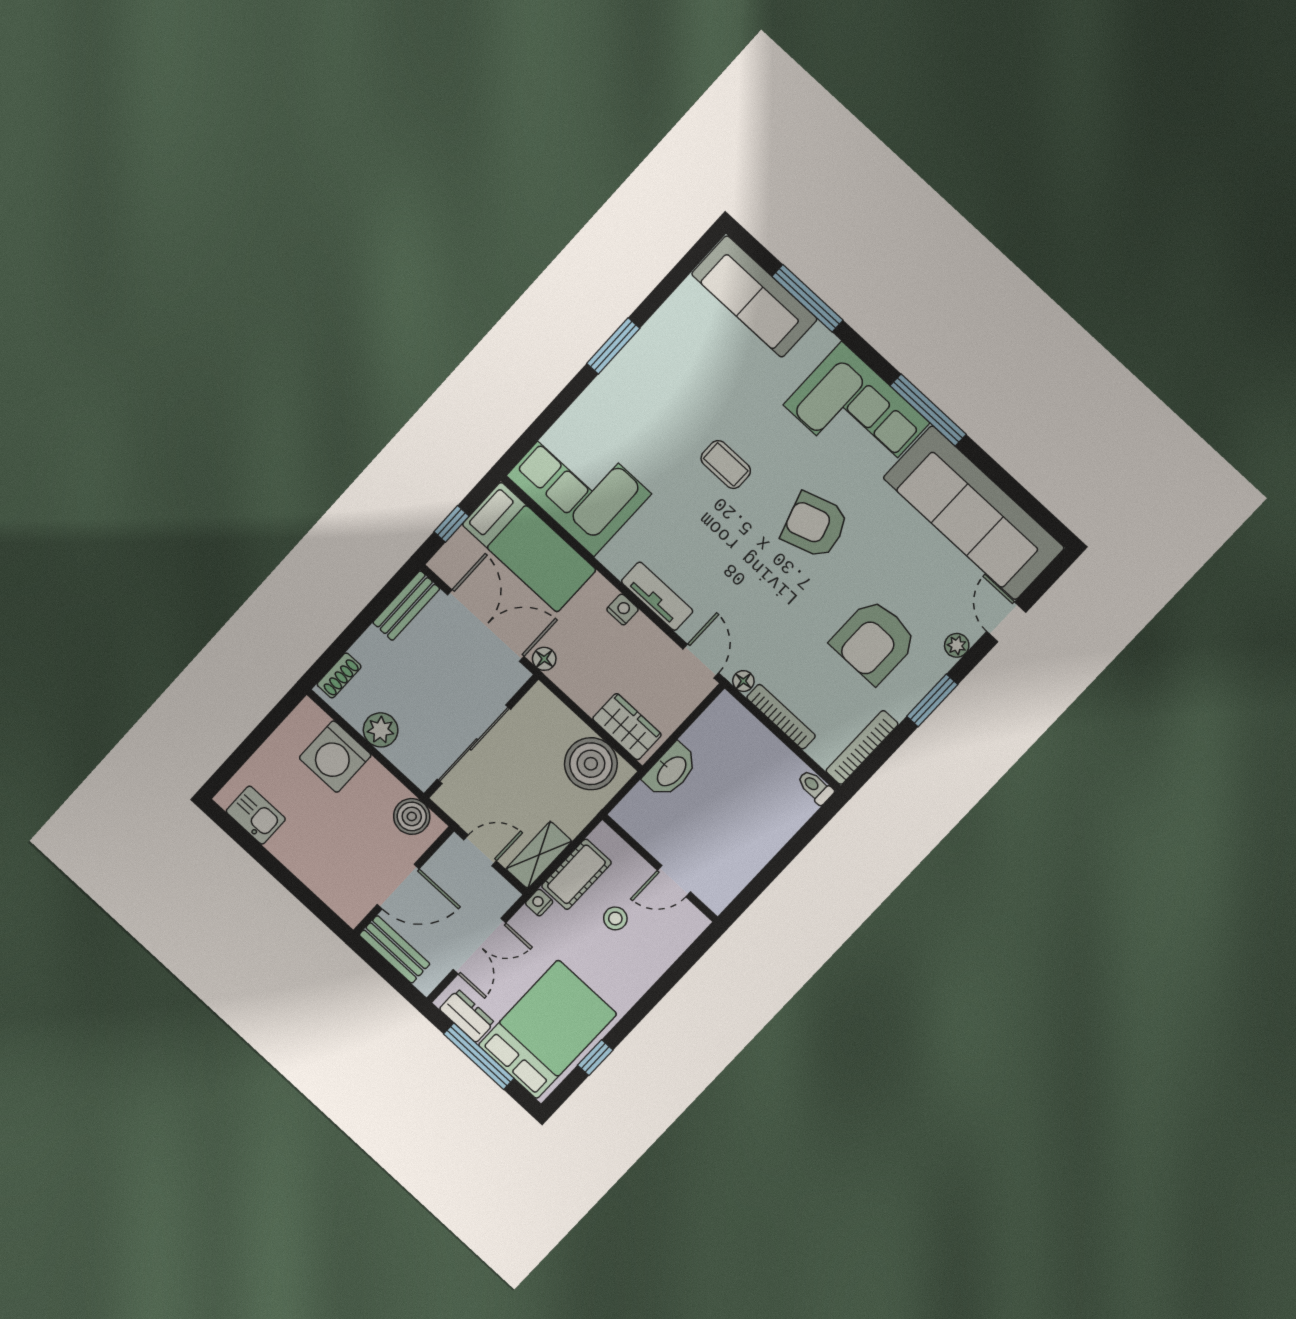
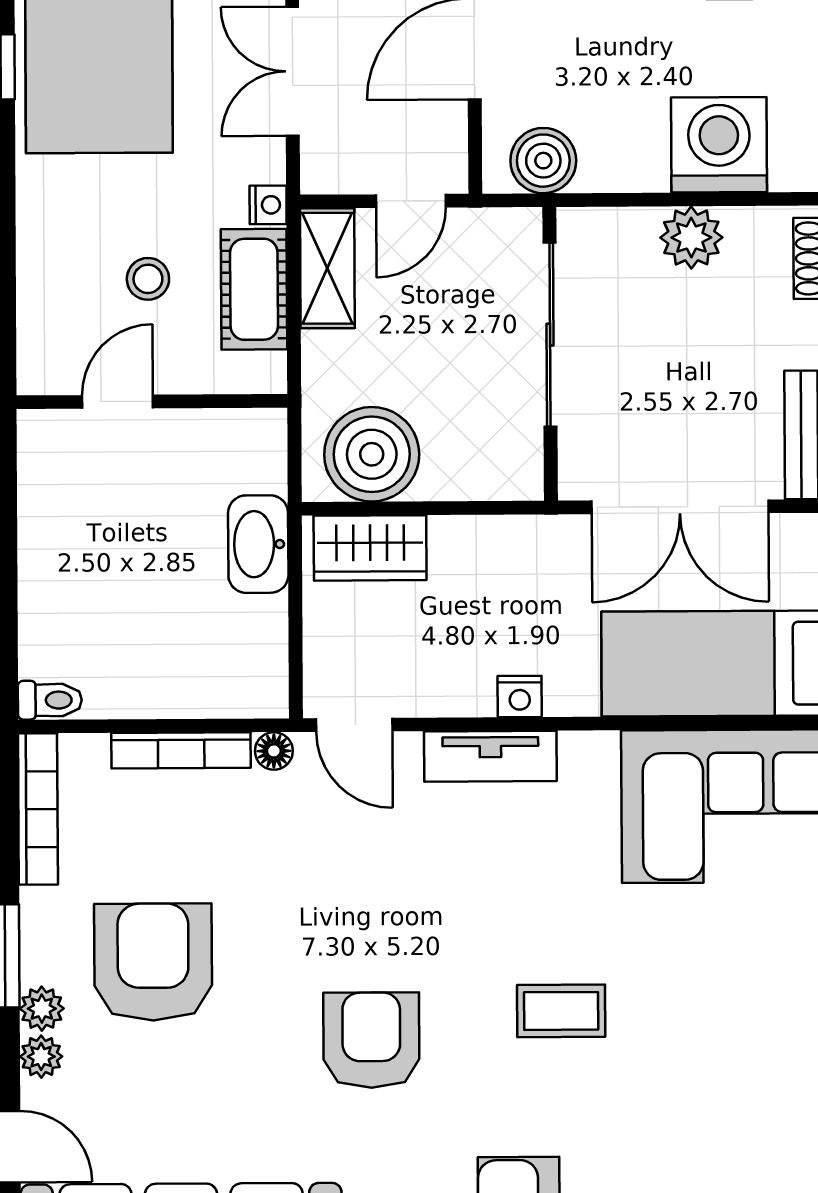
armchair: (815, 525) -> (371, 1040), turned -72
floor lamp: (544, 659) -> (562, 535), removed
plant: (938, 665) -> (42, 1009), added

